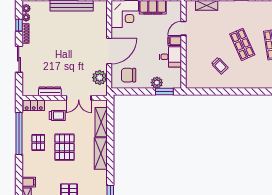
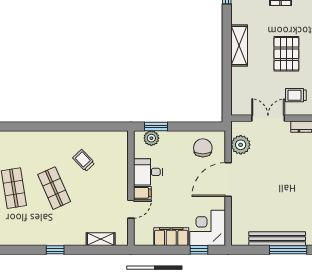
chair: (129, 75) -> (203, 148), turned -90
plant: (157, 83) -> (151, 138), moved
shelving: (101, 122) -> (239, 86), removed

